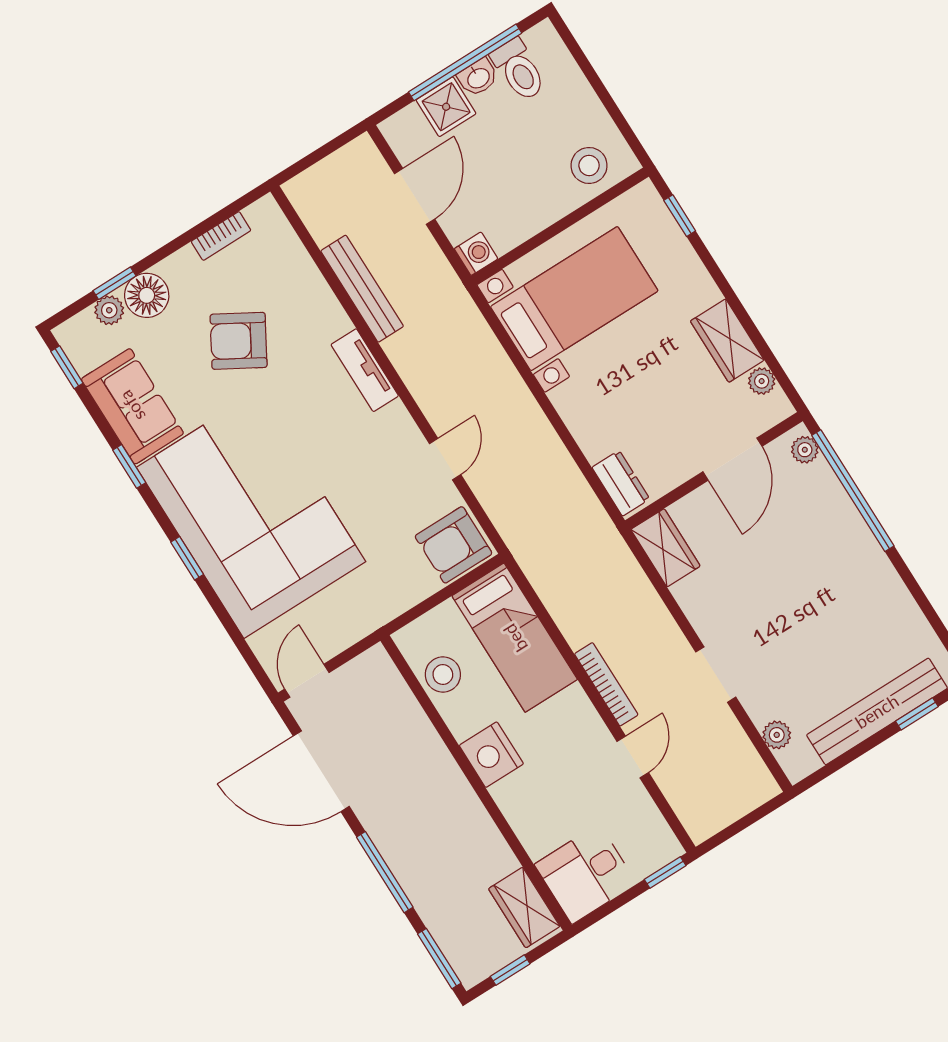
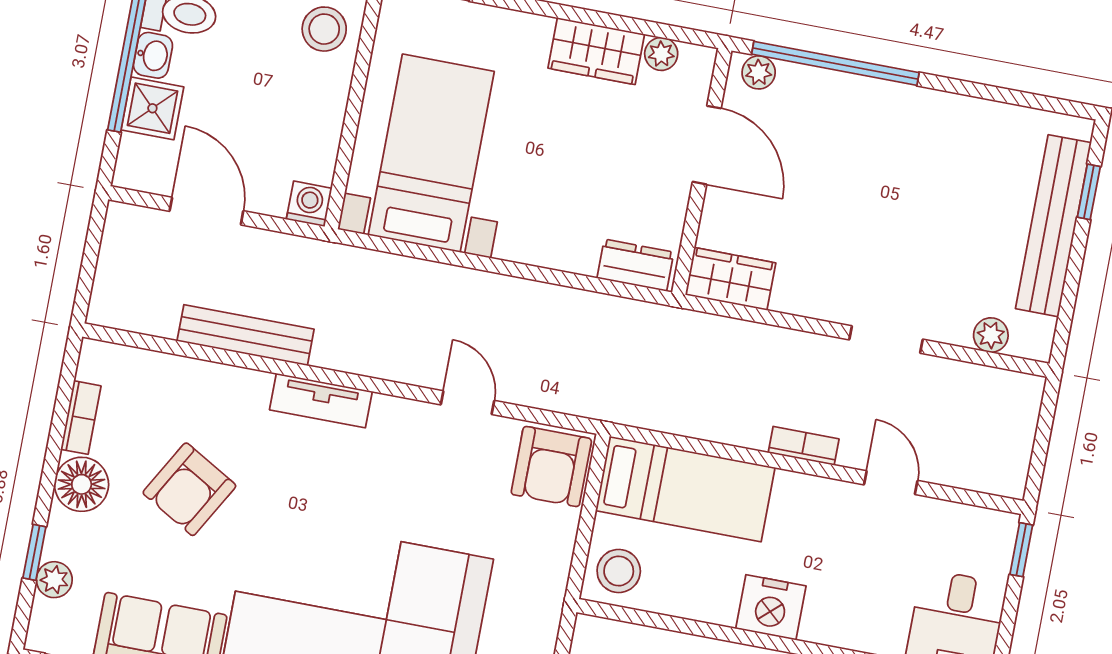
floor lamp: (147, 295) -> (82, 484), moved
stool: (443, 675) -> (619, 571), moved
bookcase: (606, 684) -> (804, 446), width x0.64

